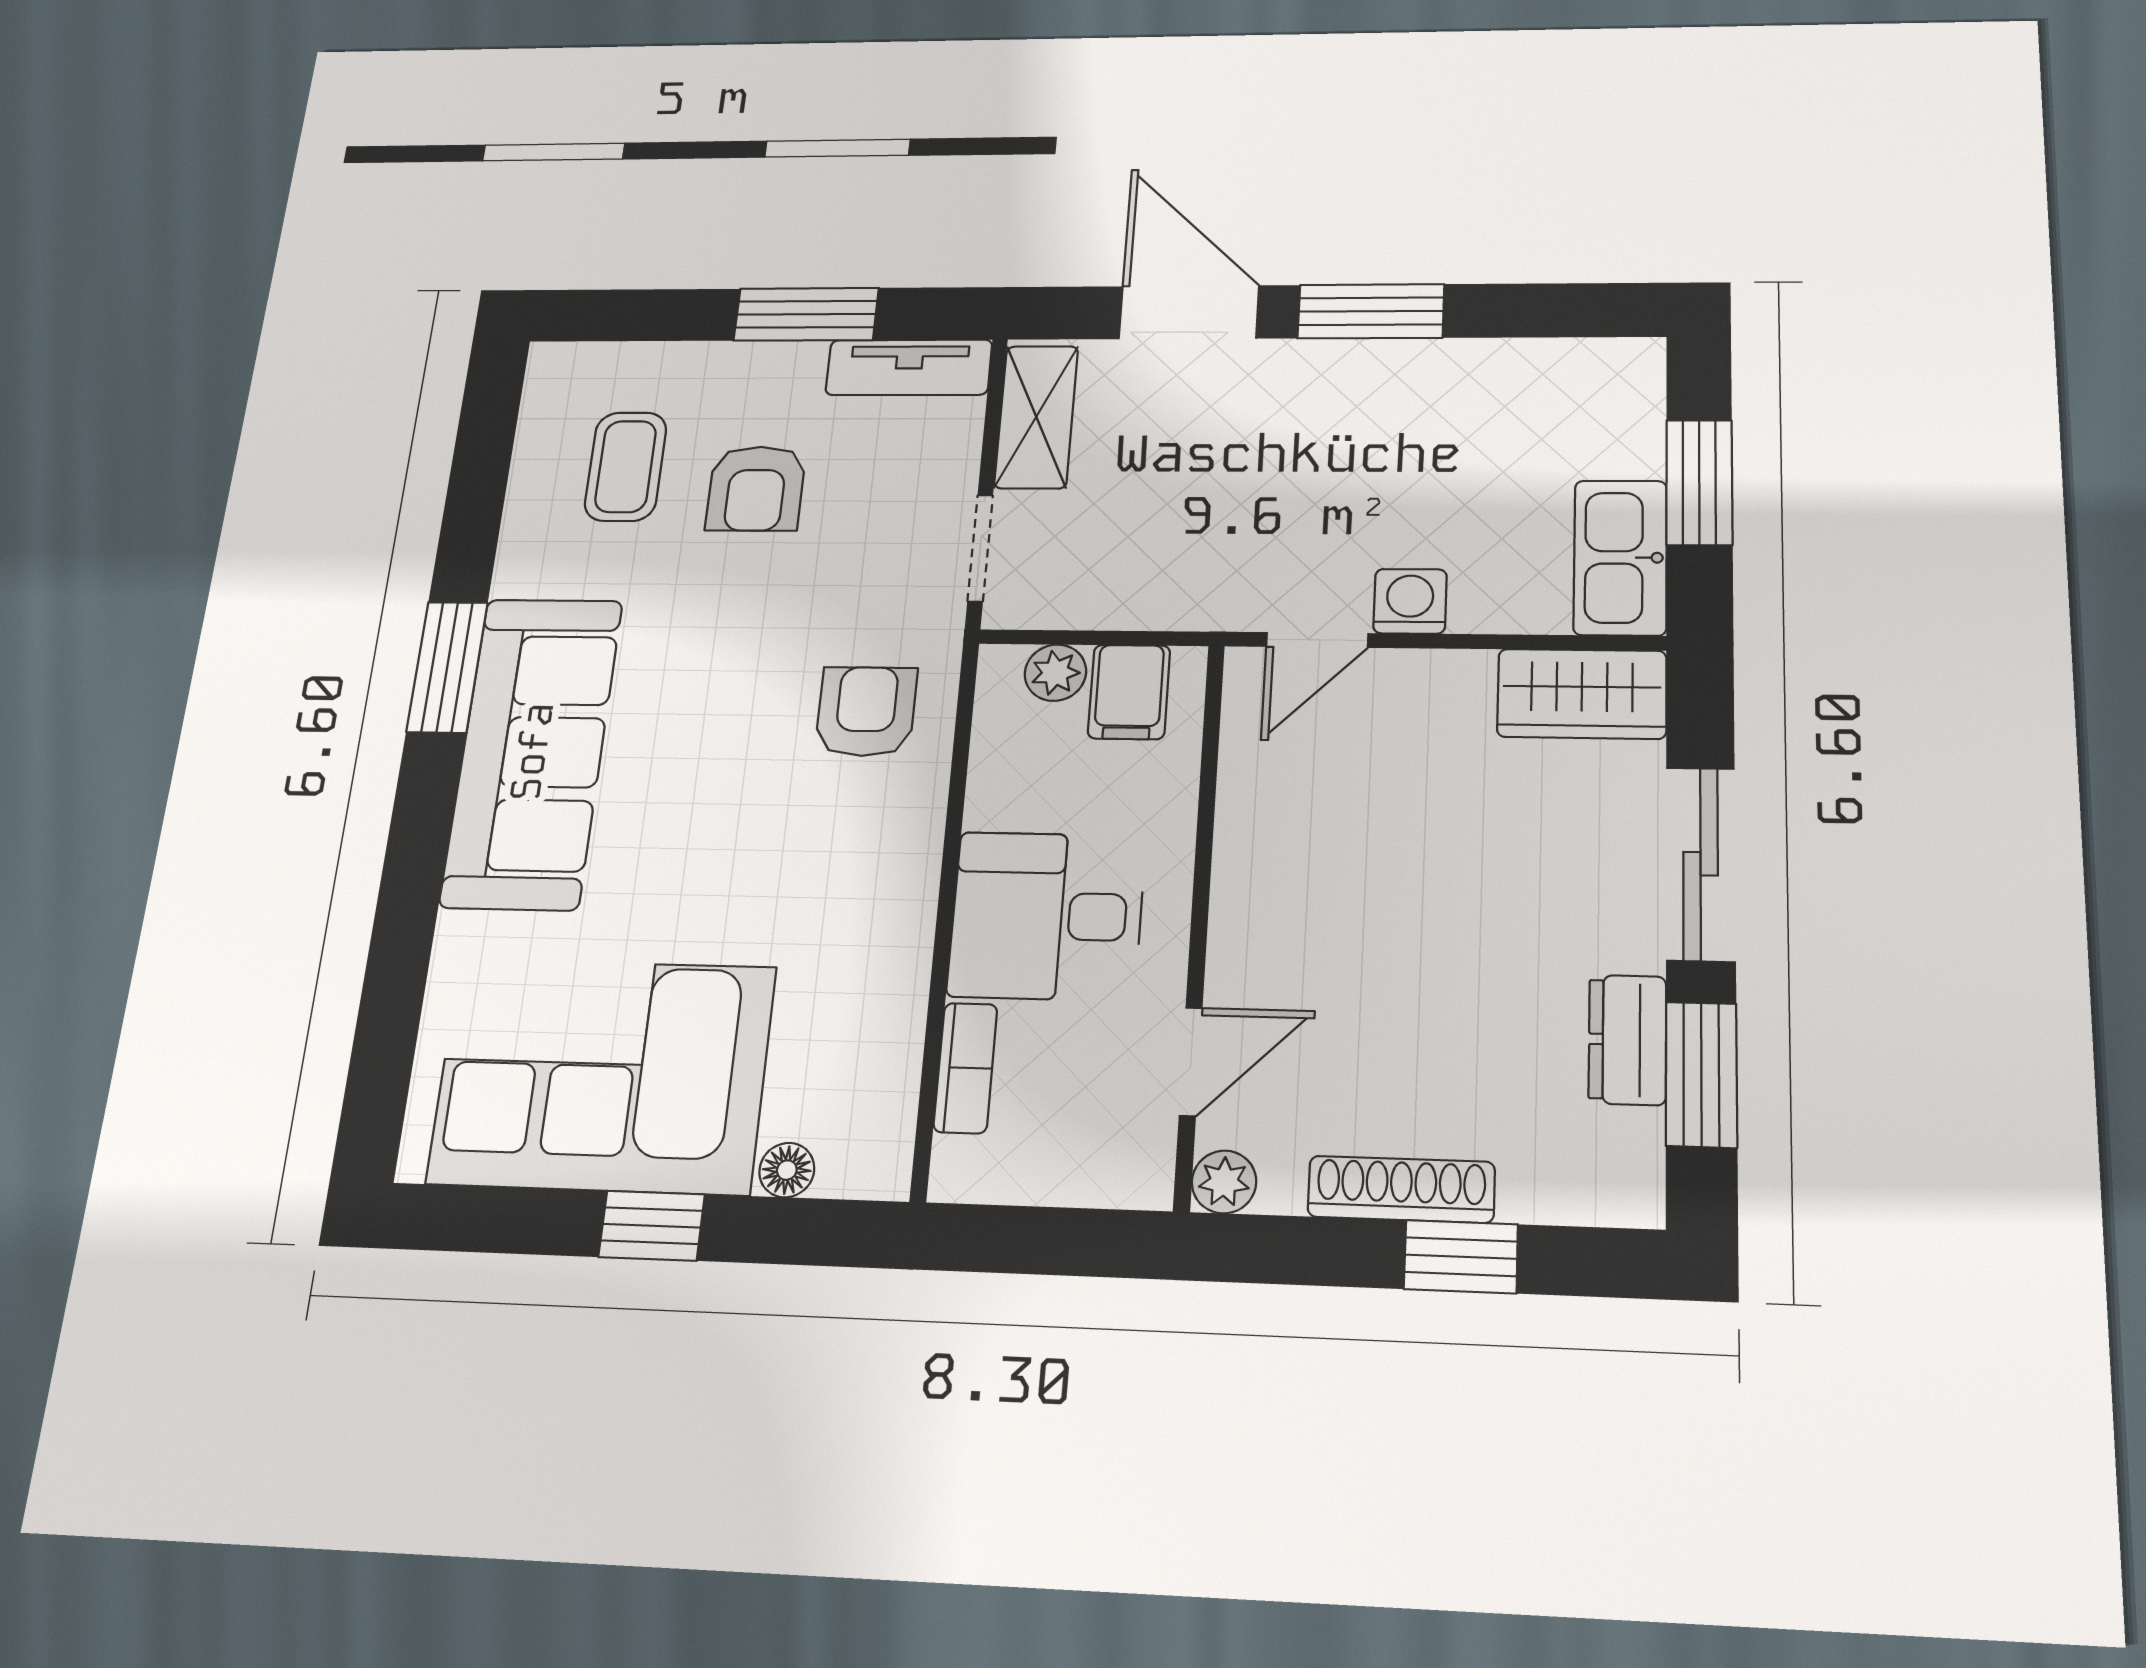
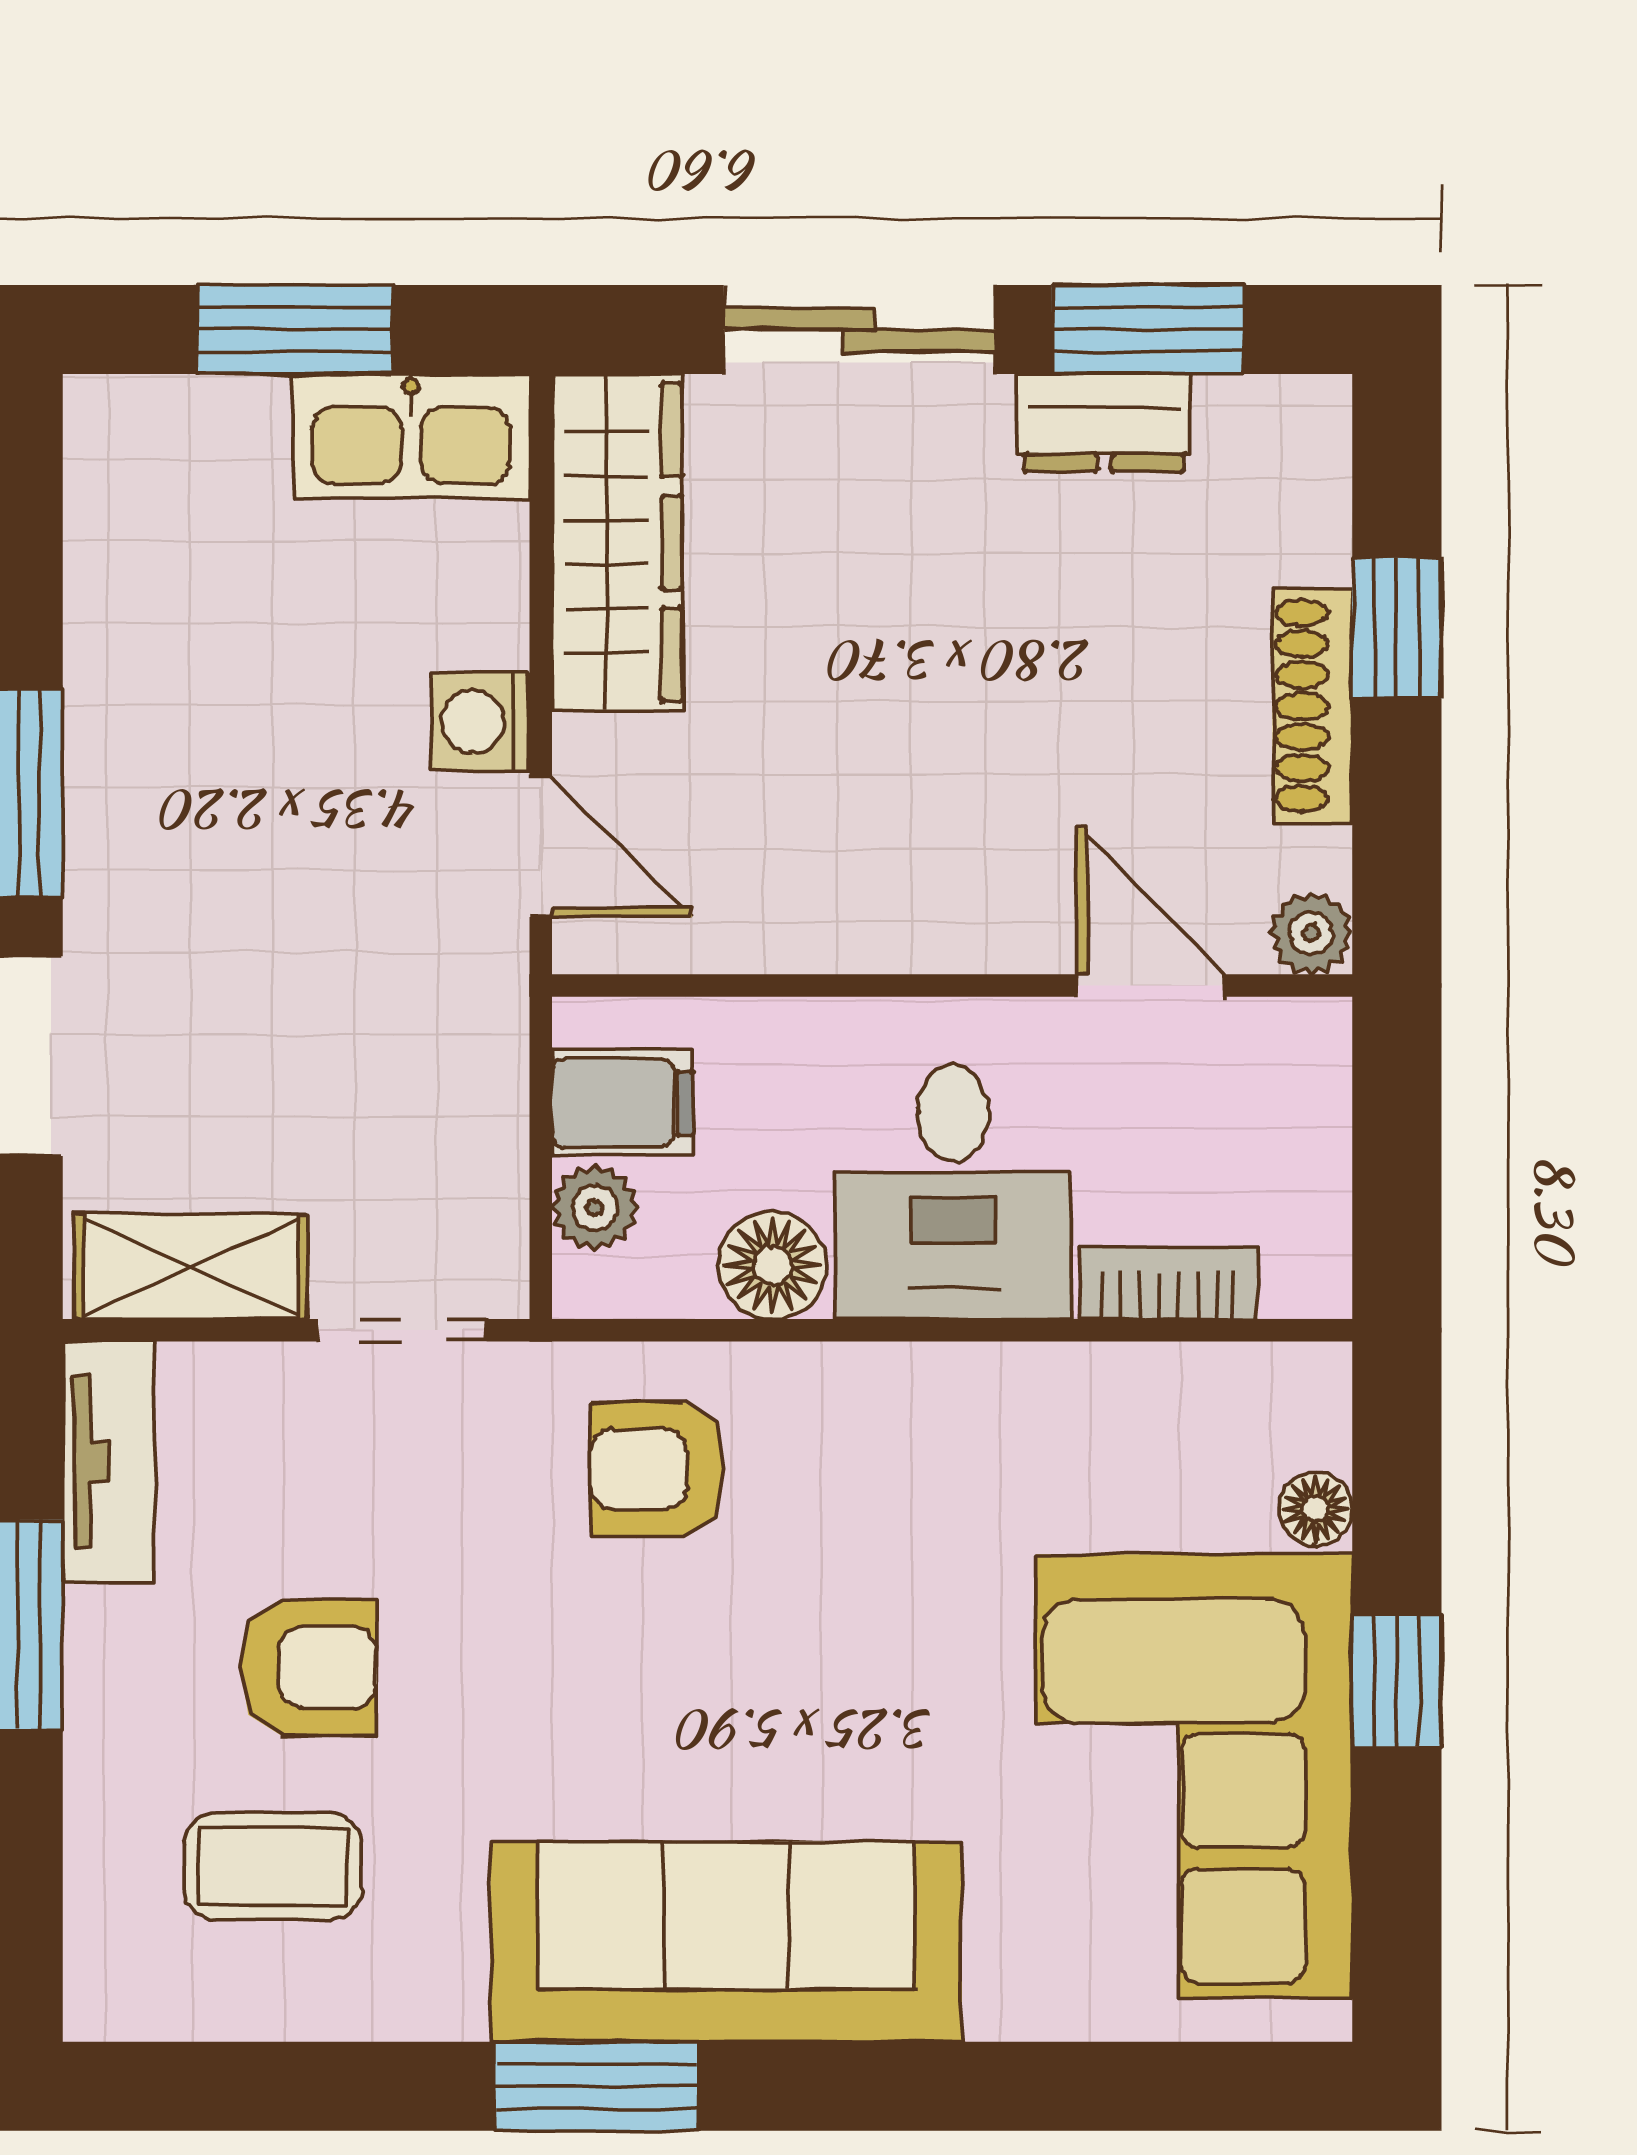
wardrobe: (1582, 694) -> (617, 542), width x1.50
floor lamp: (1004, 790) -> (772, 1265), added

